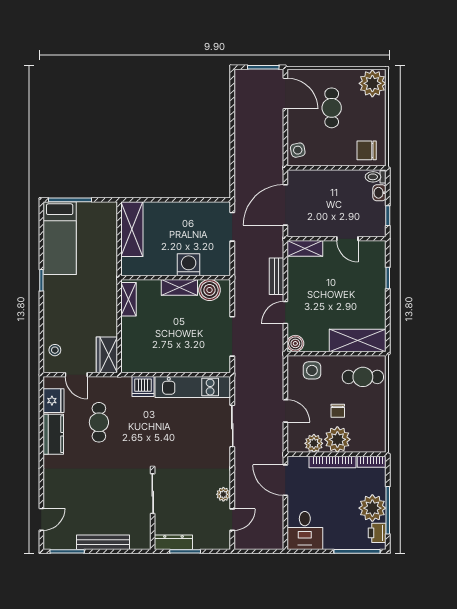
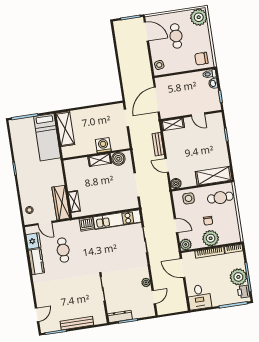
bed: (60, 238) -> (47, 137), moved
shelving: (129, 299) -> (74, 202), moved
door: (285, 312) -> (167, 165), hinge flipped
wardrobe: (107, 355) -> (61, 203), width x1.50
plant: (314, 443) -> (186, 244), moved

